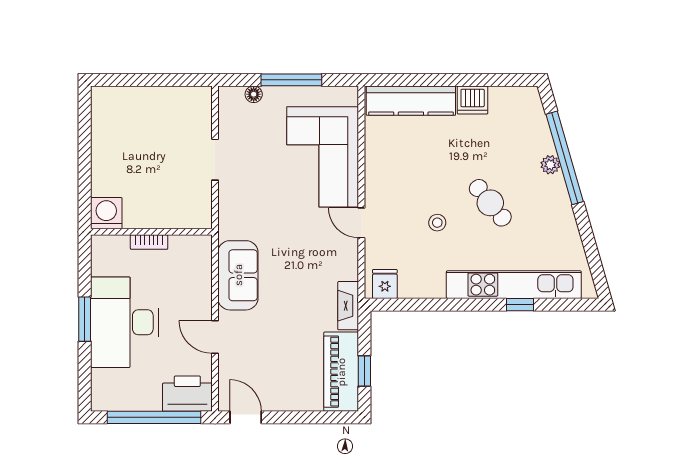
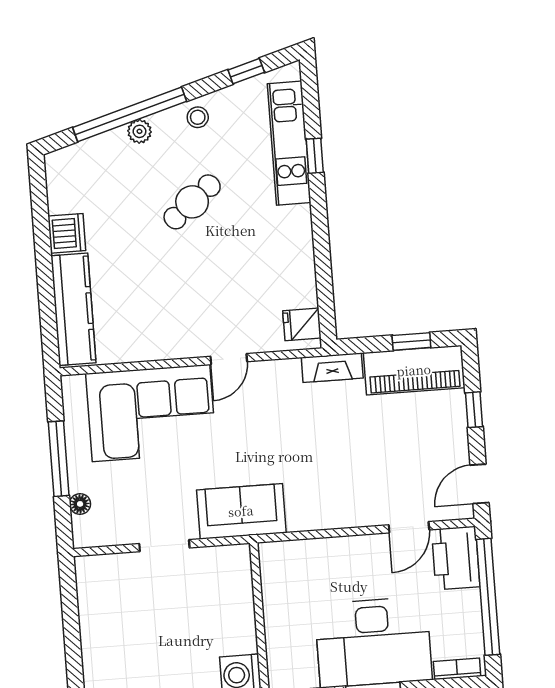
stool: (437, 223) -> (198, 117), moved
bookcase: (149, 242) -> (457, 669), moved, turned -90
window: (592, 254) -> (246, 71), added
sofa: (238, 275) -> (241, 511), moved
kitchen unit: (514, 285) -> (289, 143), width x0.73
door: (215, 337) -> (409, 527), moved
window: (306, 417) -> (474, 410), added

